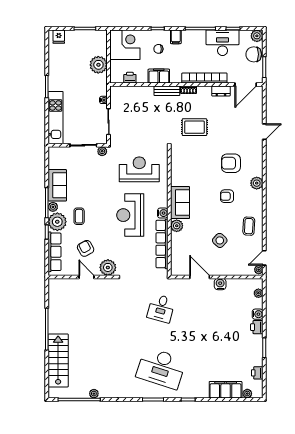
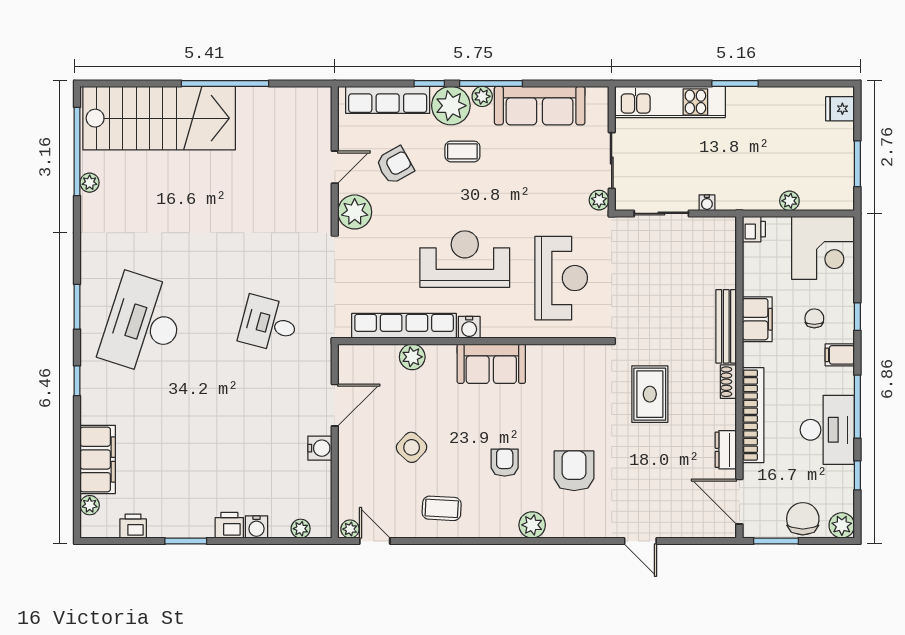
desk: (222, 43) -> (827, 430), moved
plant: (98, 65) -> (789, 201), width x0.53, depth x0.53
printer: (130, 78) -> (754, 229), moved
bench: (167, 91) -> (726, 326), width x1.36
sofa: (57, 185) -> (540, 106), width x1.36
plant: (177, 226) -> (412, 357), moved
stairs: (58, 360) -> (159, 118), width x1.36, depth x1.51

